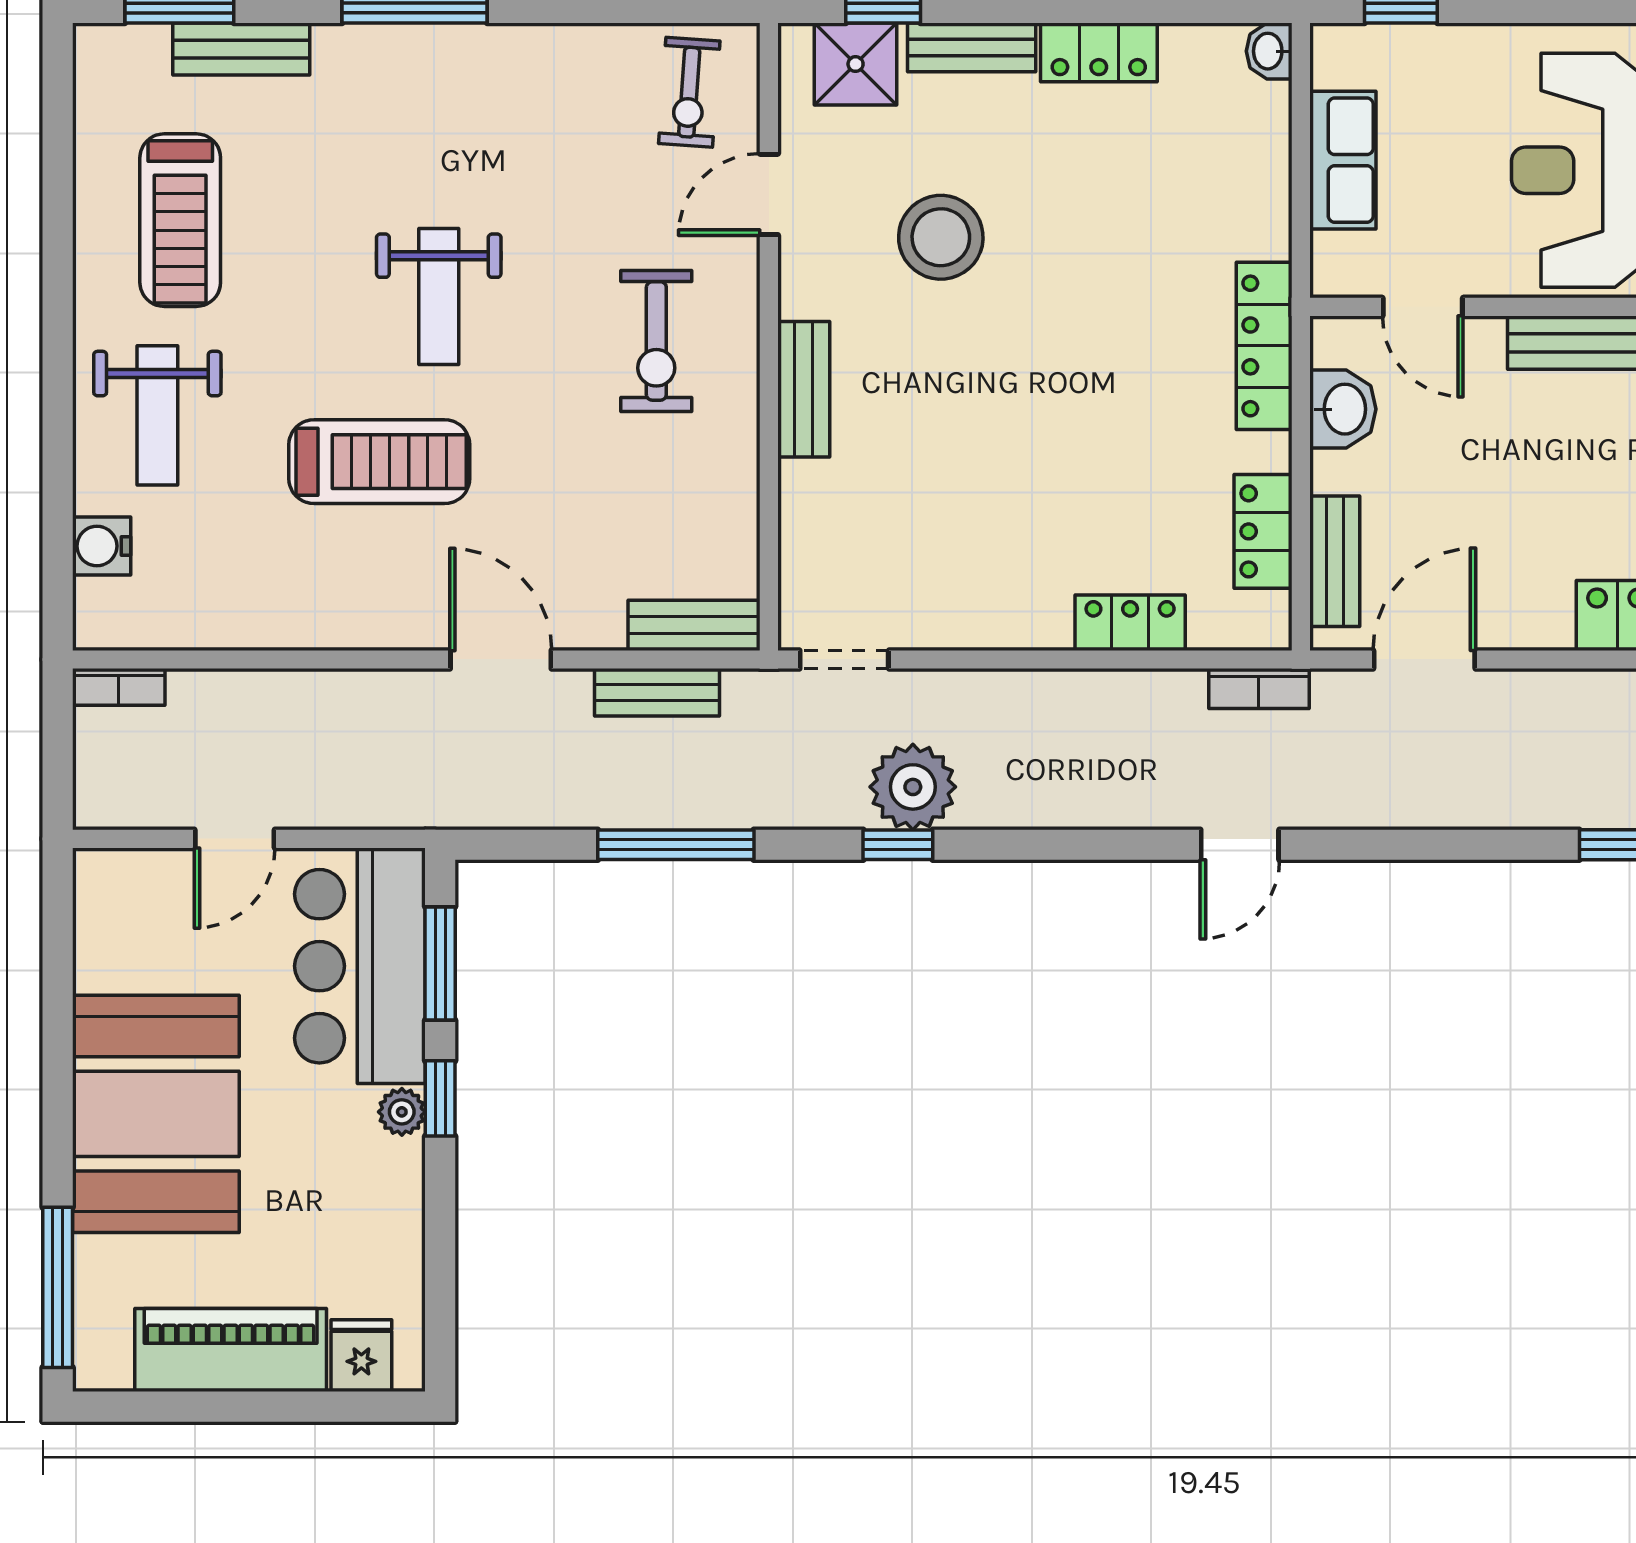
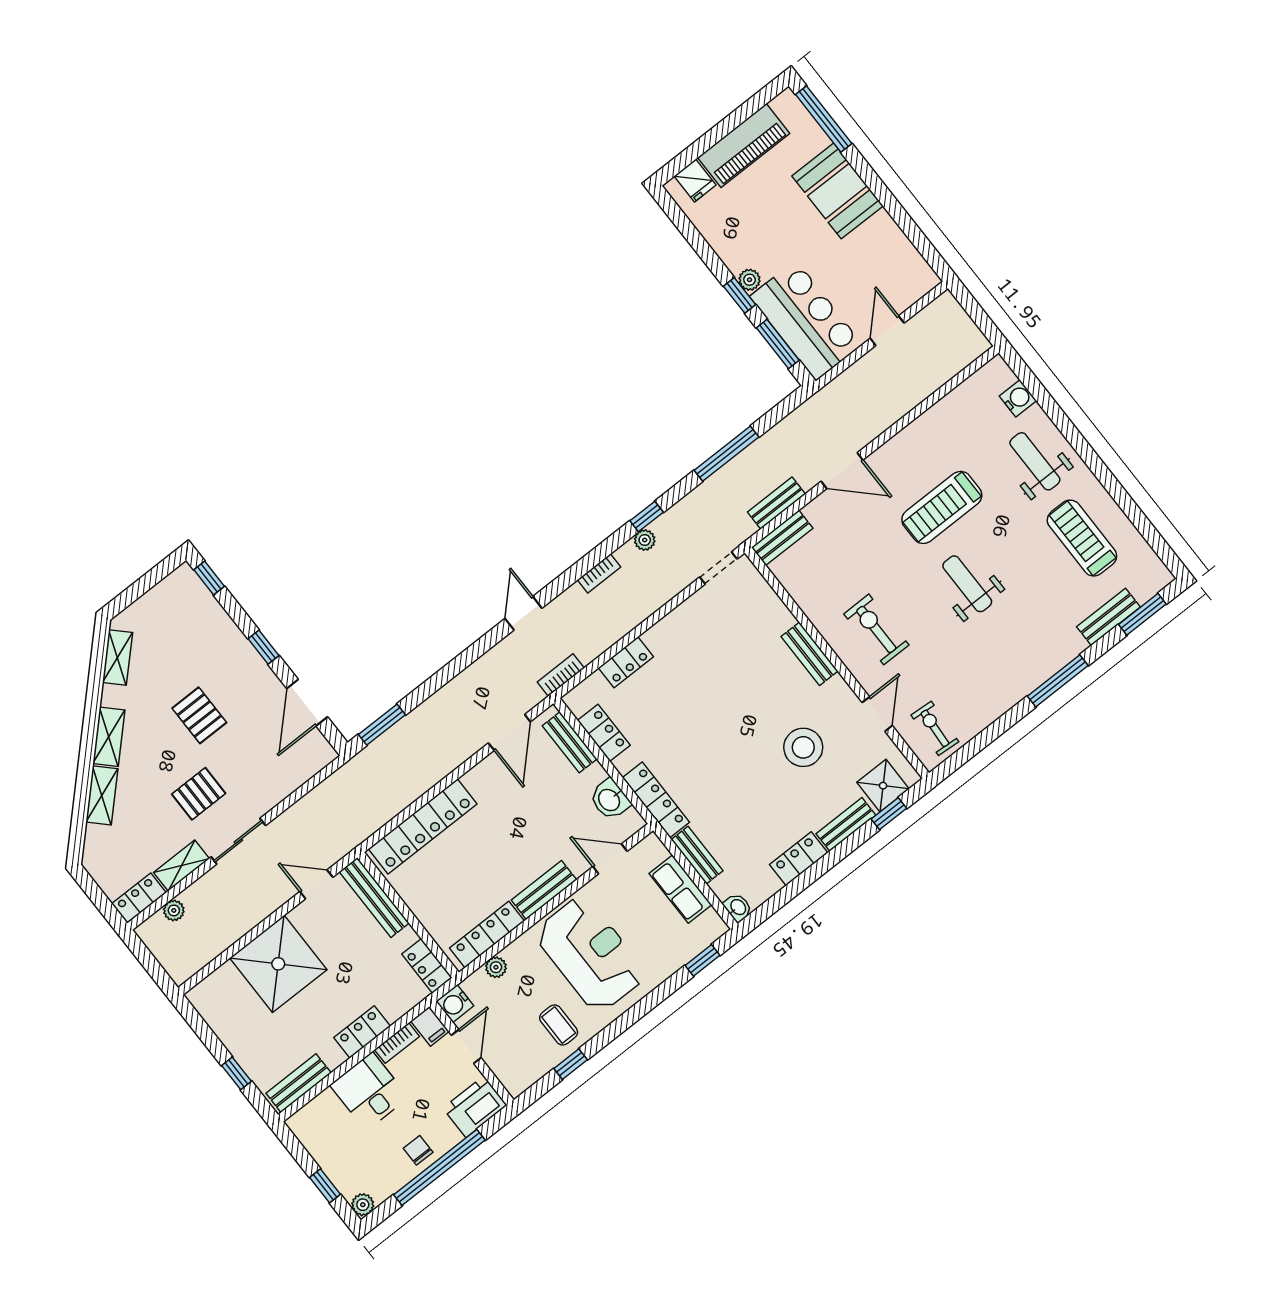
bench: (1268, 196) -> (697, 855), added
bookcase: (119, 687) -> (599, 573), moved, turned 180
plant: (913, 787) -> (645, 540), width x0.53, depth x0.53
booth: (156, 1114) -> (837, 191), width x0.73, depth x0.70

